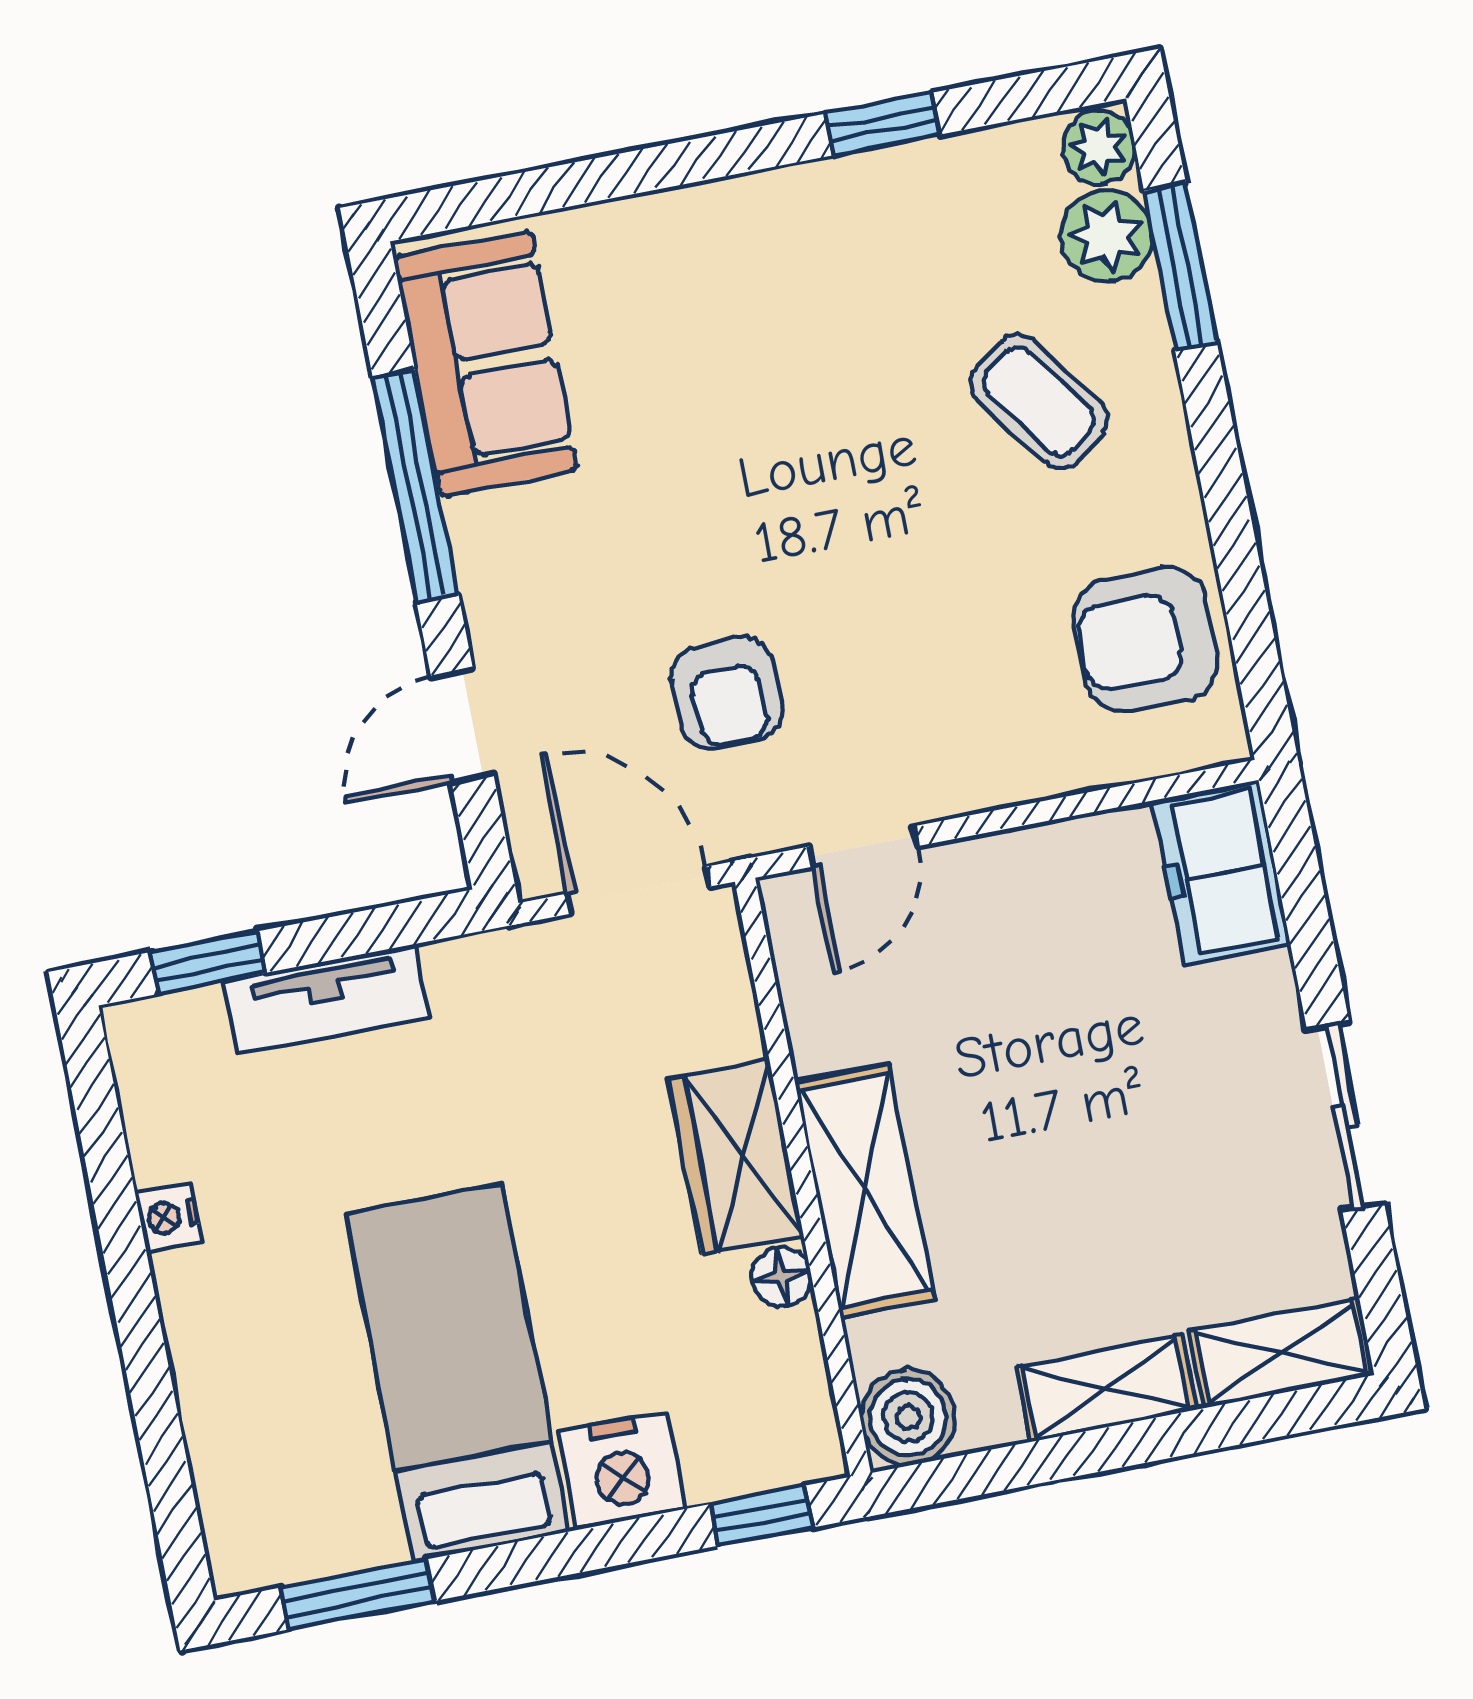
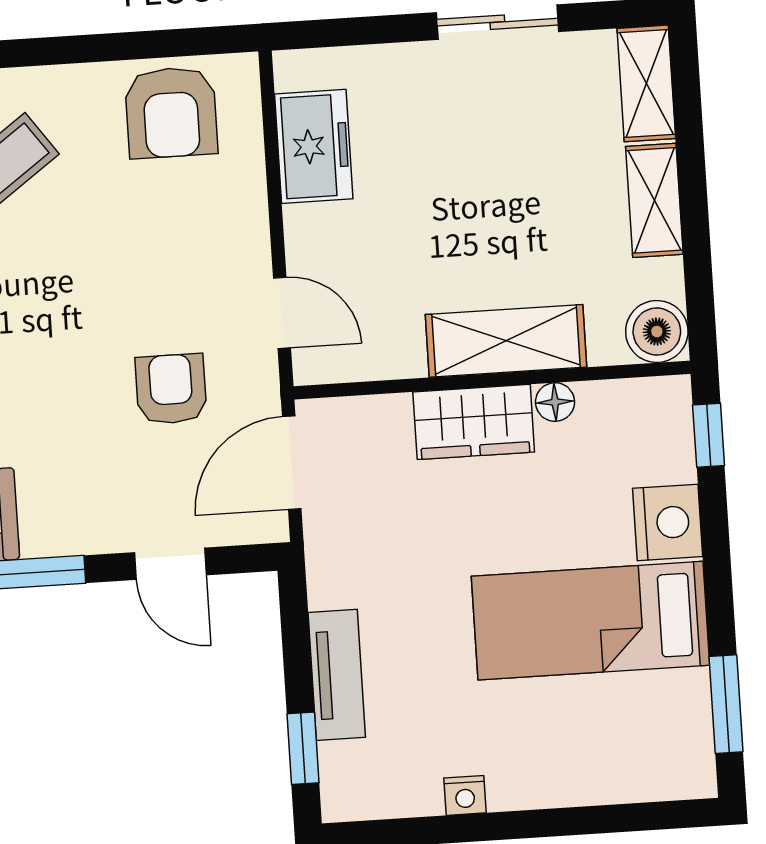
armchair: (727, 693) -> (171, 389), turned -88
freezer: (1221, 873) -> (314, 146), moved, turned -90

